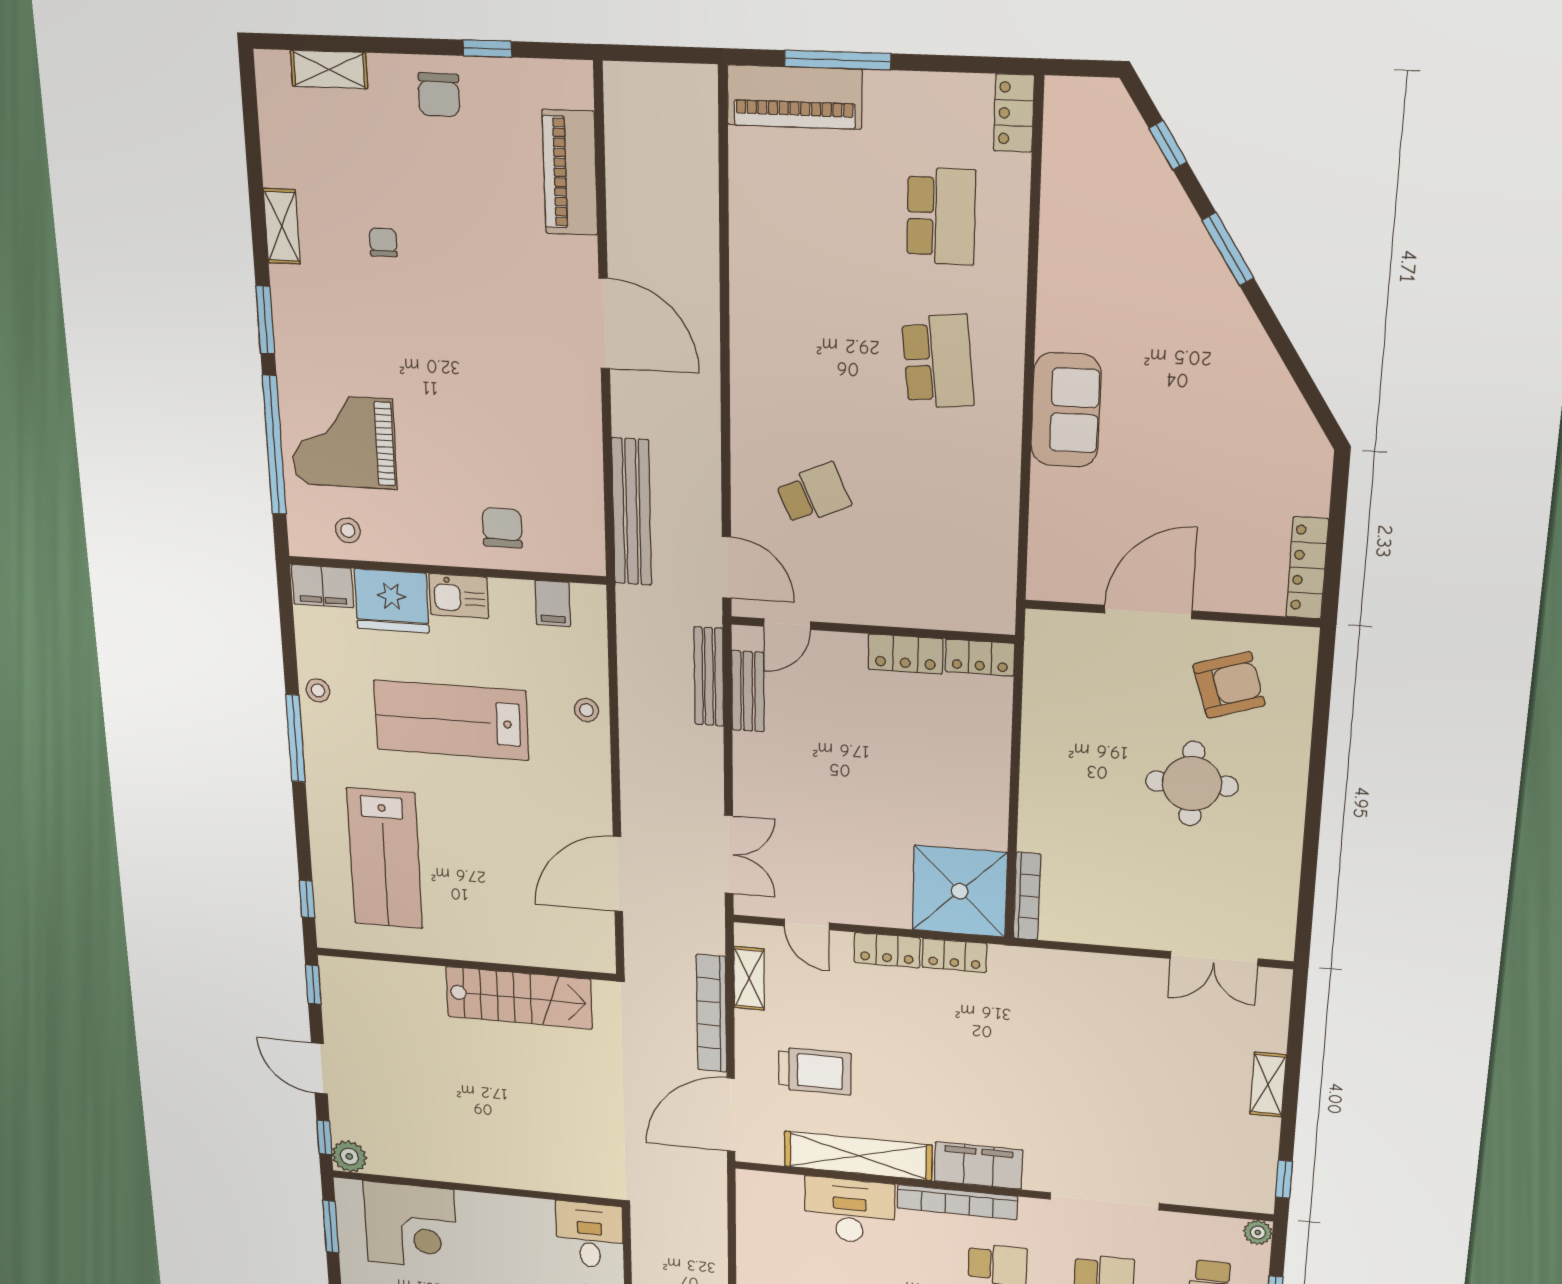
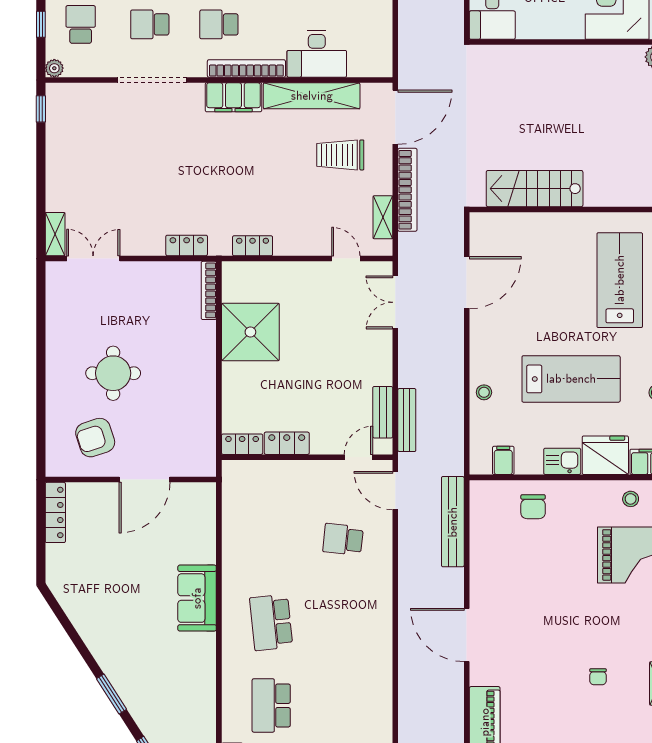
school desk: (813, 494) -> (343, 539), turned 30
shower: (960, 891) -> (250, 332), moved
locker: (887, 950) -> (187, 245), moved
shelving: (1268, 1085) -> (55, 234), moved

